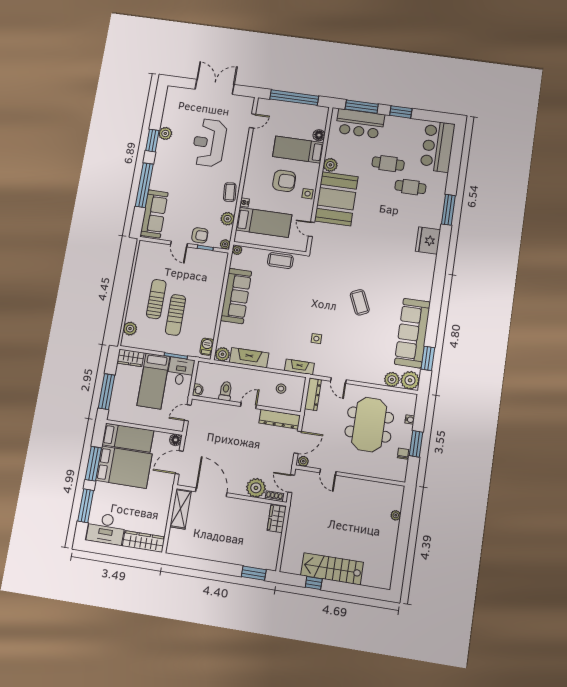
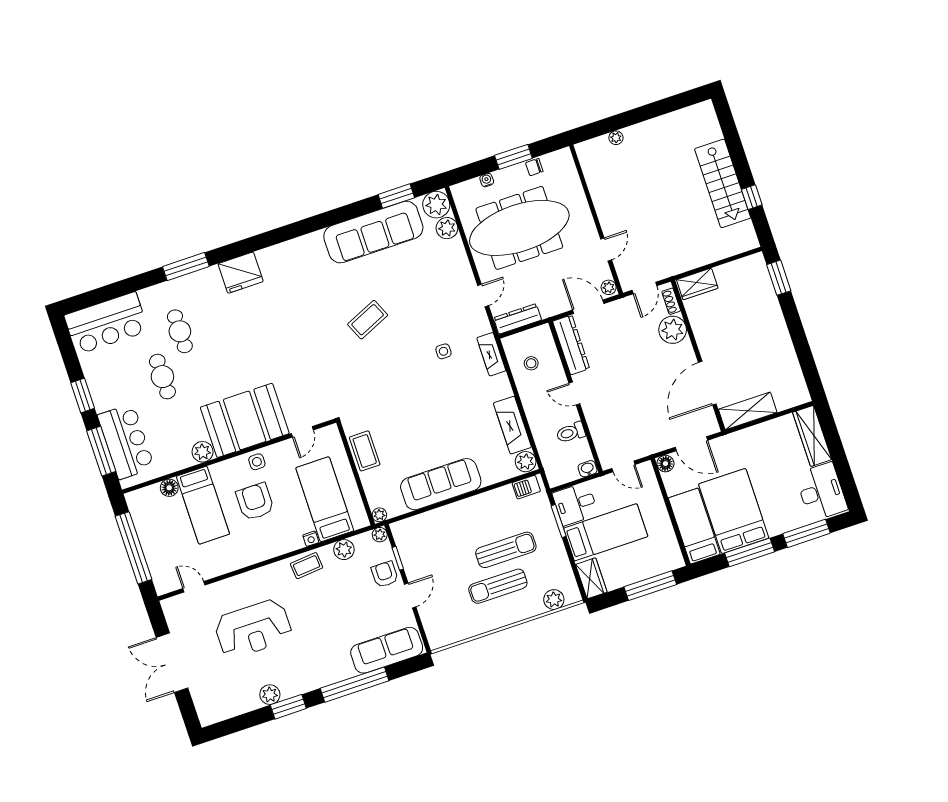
meeting table: (369, 425) -> (519, 228), width x1.36

